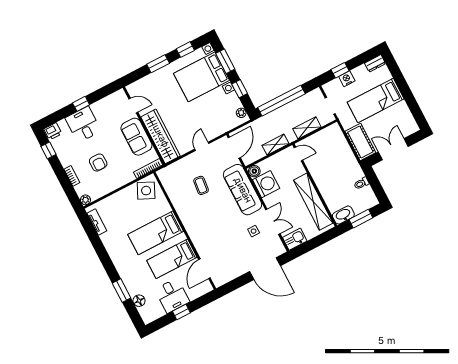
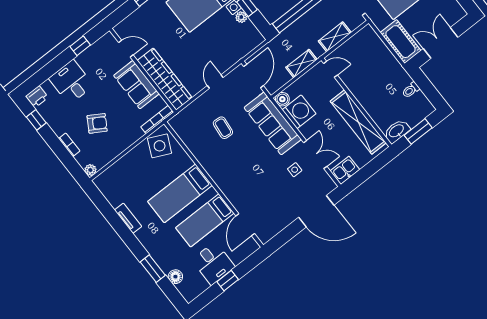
window: (81, 104) -> (80, 46), moved
plant: (241, 113) -> (241, 17), moved
armchair: (98, 162) -> (97, 123), turned -59
tv unit: (97, 222) -> (128, 218), moved

